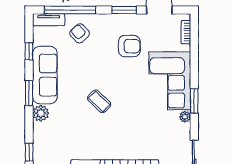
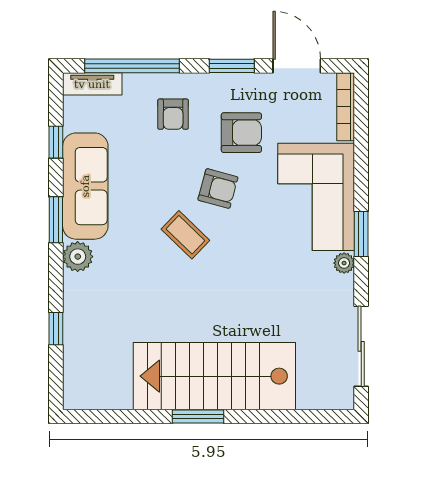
bookcase: (186, 32) -> (346, 107), width x1.56
armchair: (80, 33) -> (173, 114), moved, turned -137
armchair: (117, 76) -> (218, 189), added

